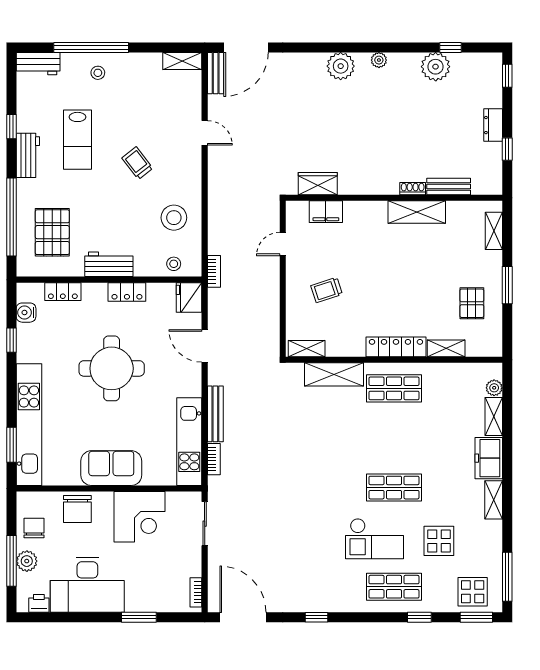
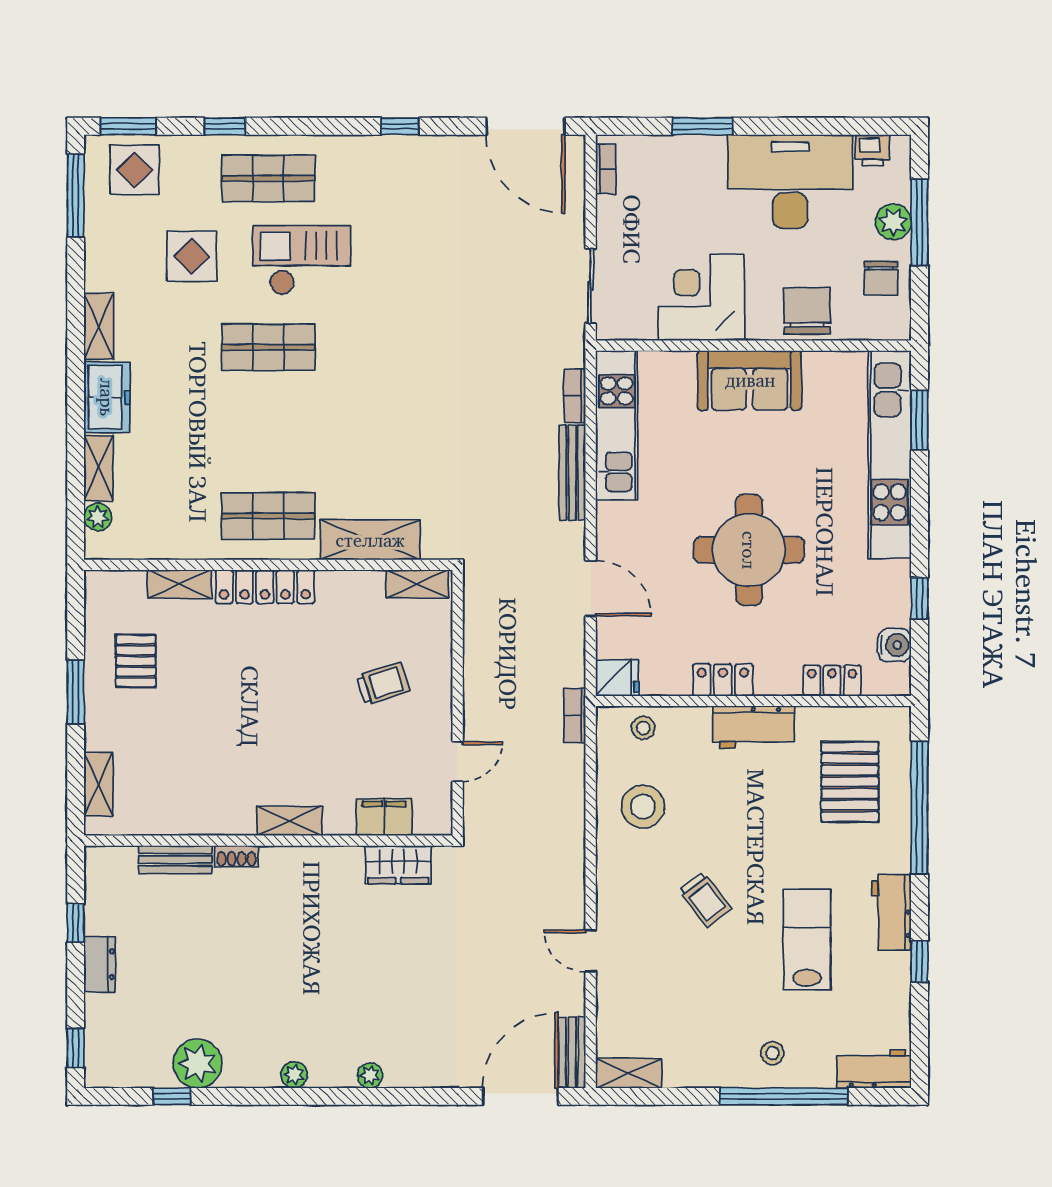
plant: (341, 66) -> (370, 1076), width x0.53, depth x0.53
shelving: (417, 212) -> (289, 821), moved, width x0.67, depth x0.75
fridge: (189, 297) -> (617, 678), width x0.72

